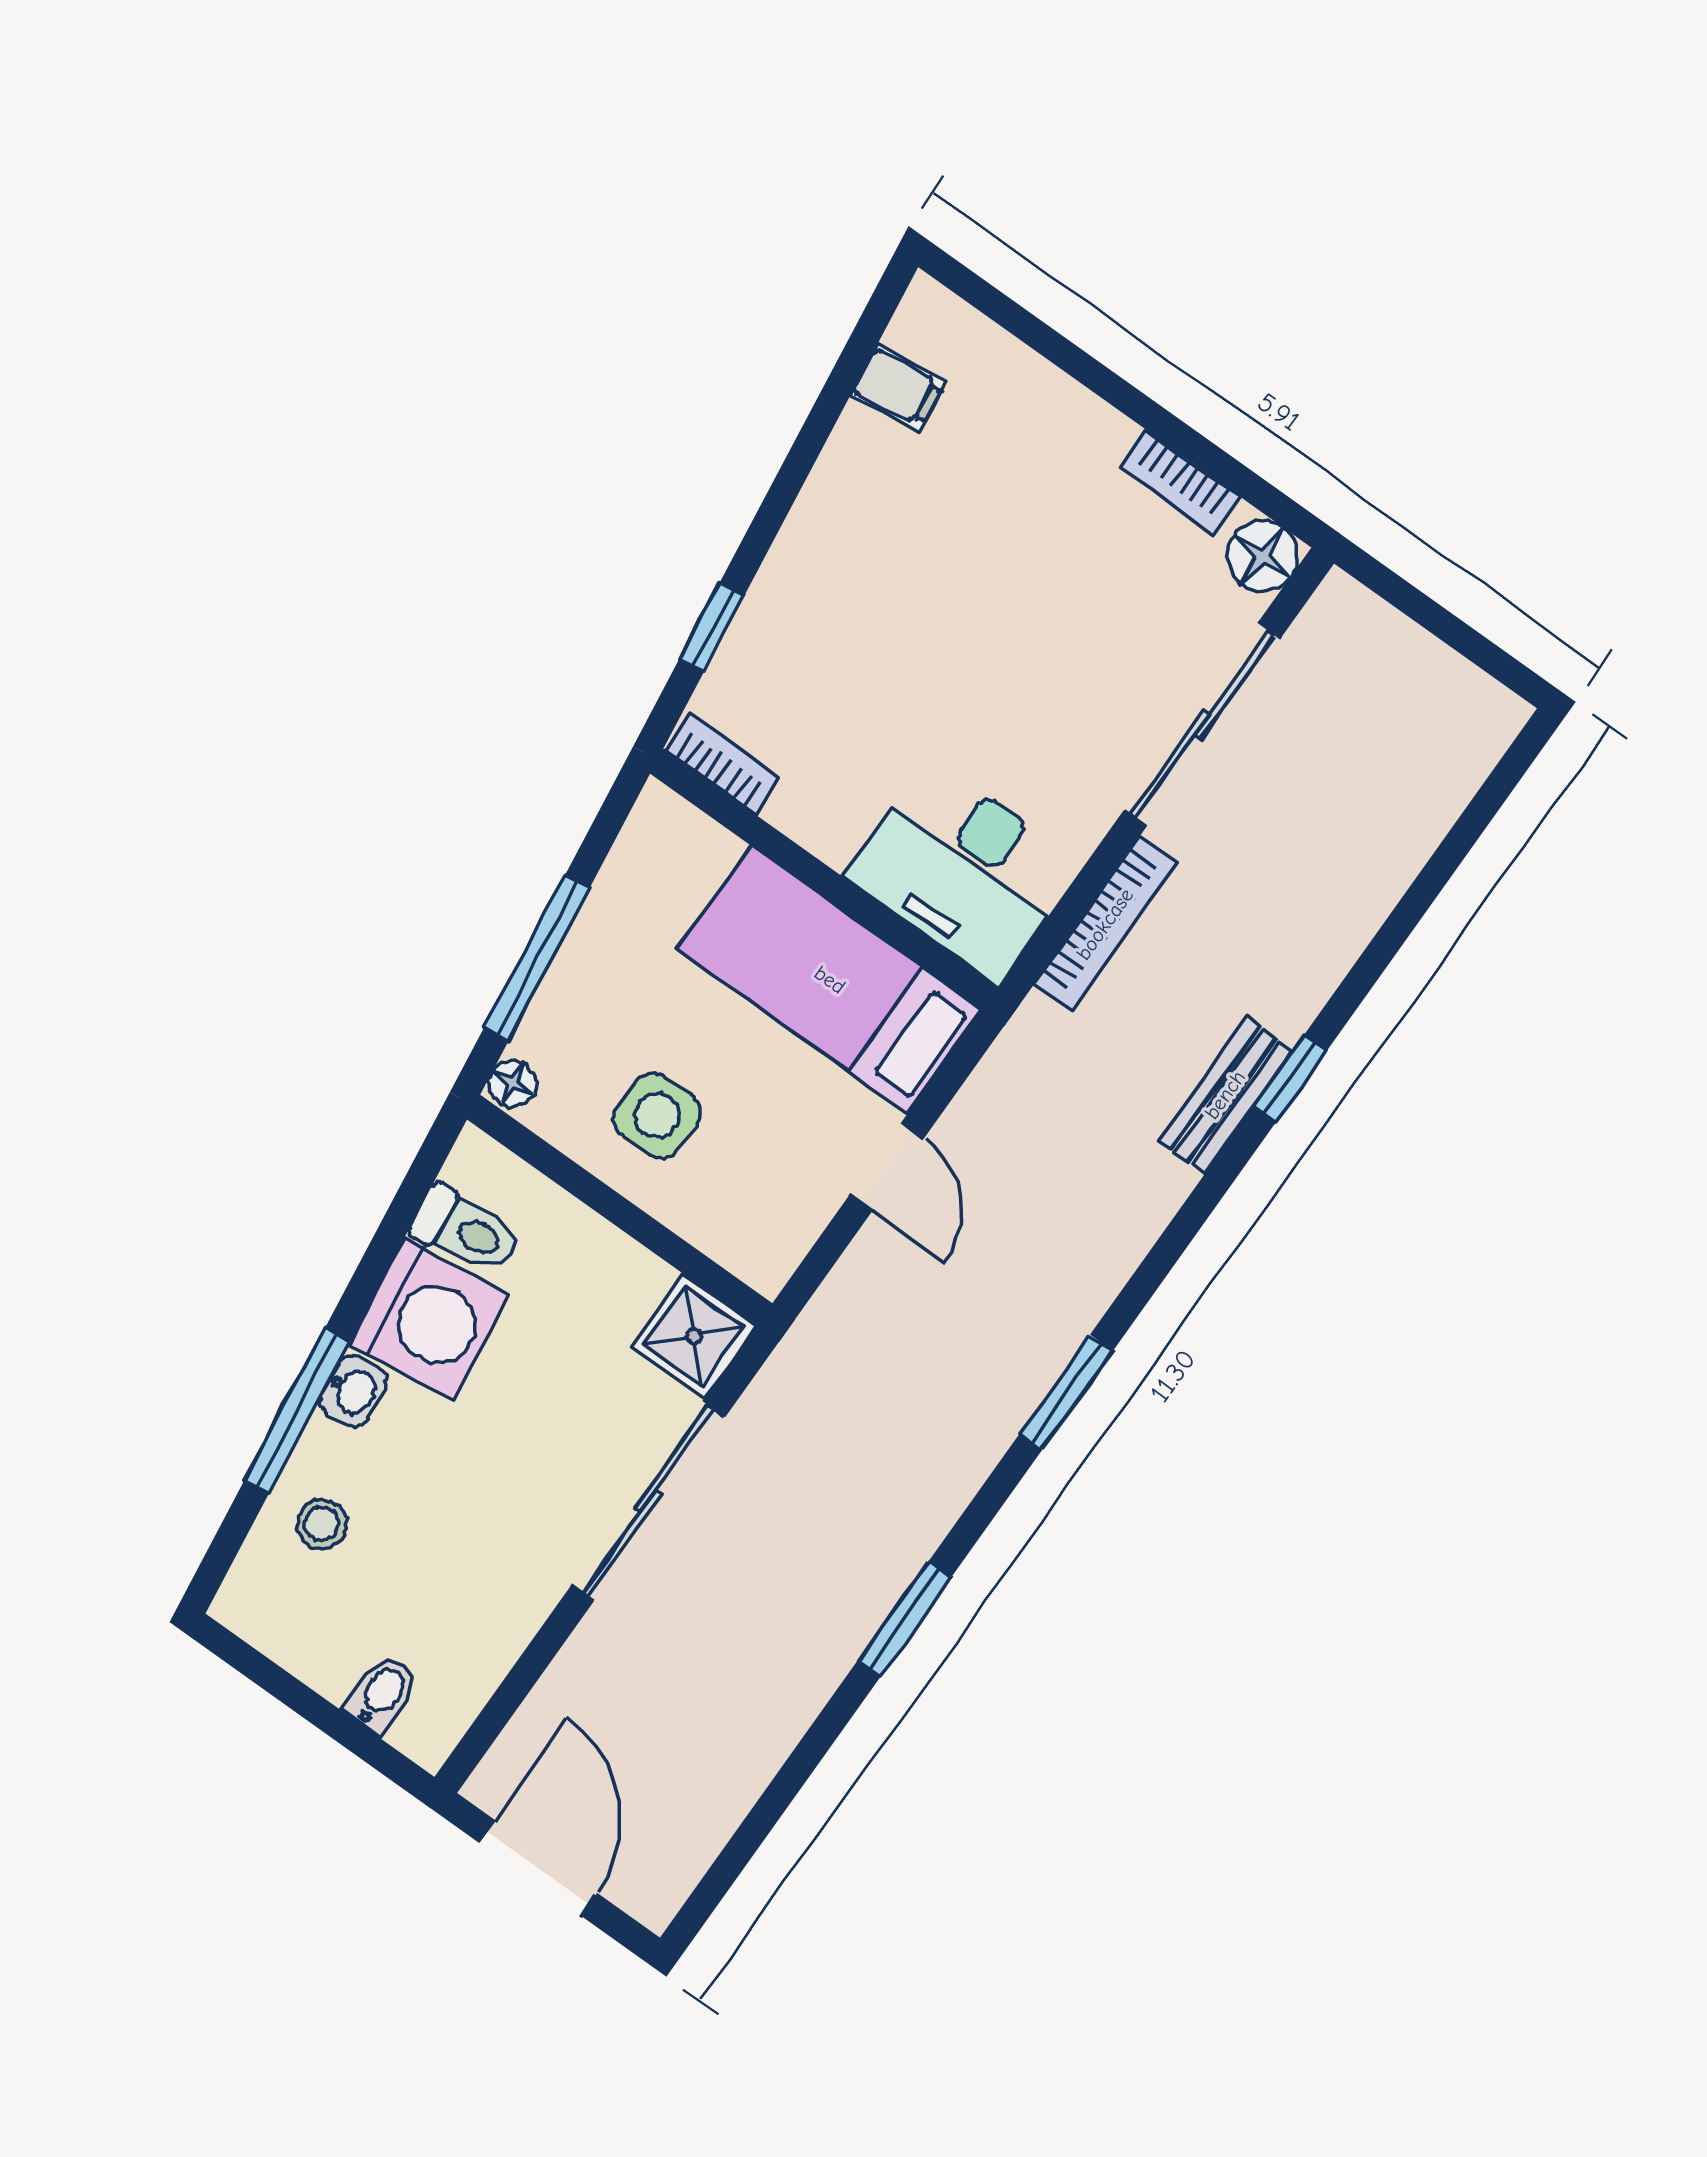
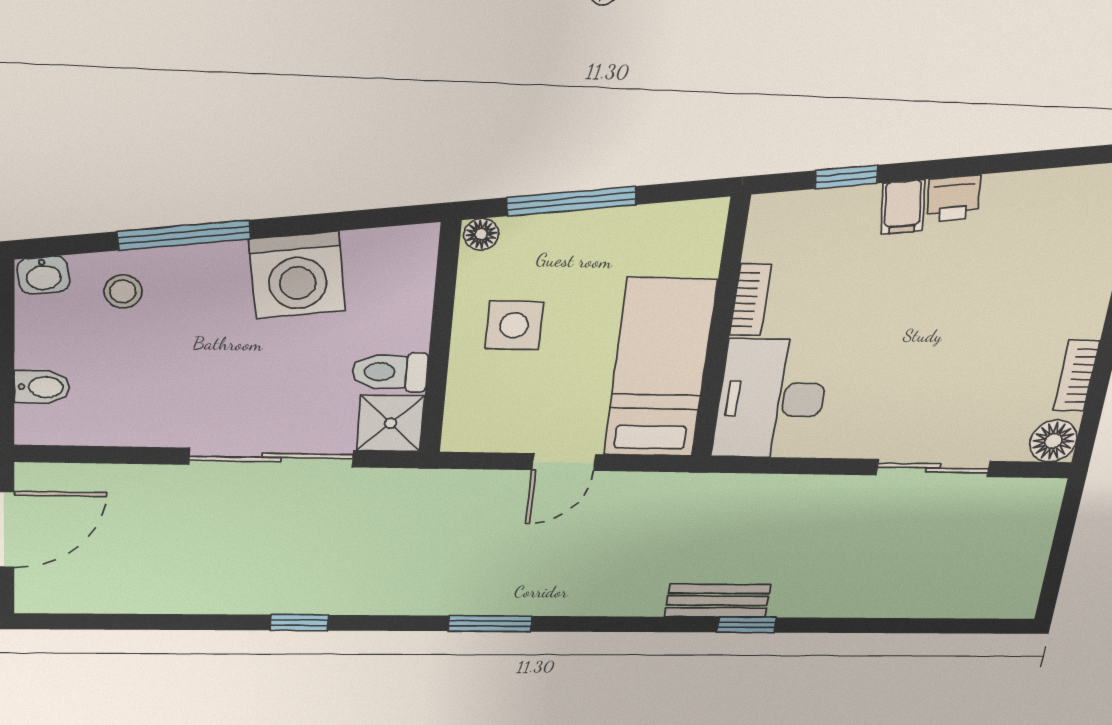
filing cabinet: (898, 388) -> (903, 207), moved
printer: (824, 516) -> (954, 198), added
sliding door: (1202, 725) -> (933, 468), width x0.73
bookcase: (723, 764) -> (751, 300), moved
bookcase: (1105, 924) -> (783, 488), removed
toilet: (466, 1231) -> (390, 372), moved, turned 98
washbasin: (353, 1391) -> (43, 275), moved
window: (905, 1619) -> (299, 623), width x0.67

